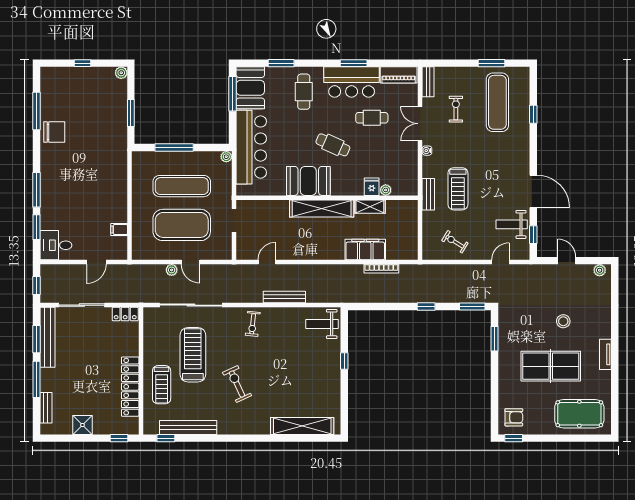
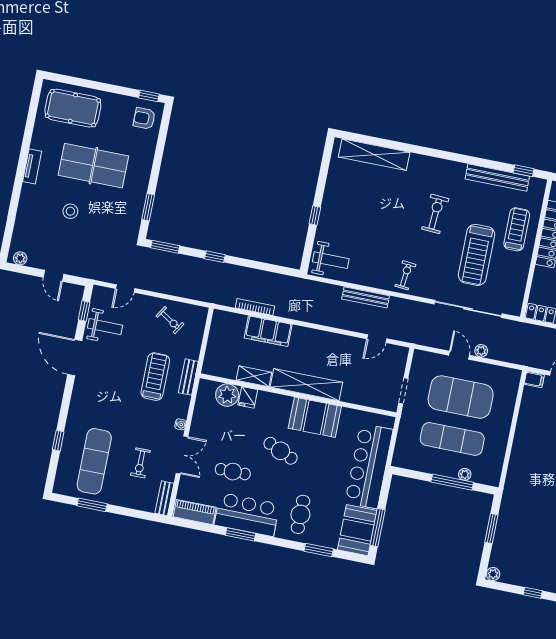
plant: (226, 157) -> (465, 474), moved
plant: (386, 190) -> (227, 395), width x1.87, depth x1.87
filing cabinet: (119, 230) -> (534, 379), moved
exercise bike: (237, 384) -> (435, 214), turned -151

